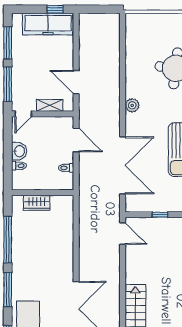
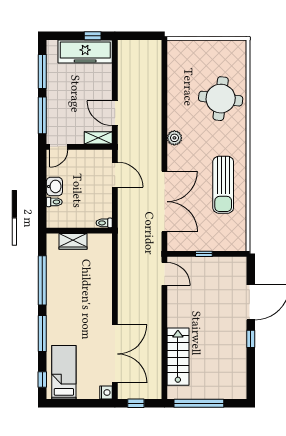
shelving: (50, 105) -> (98, 138), moved
toilet: (66, 168) -> (104, 223), moved

